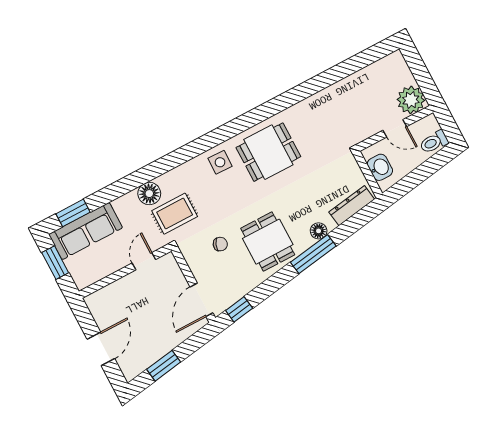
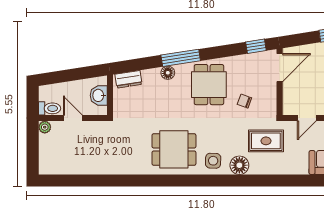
plant: (411, 100) -> (45, 127), width x0.53, depth x0.53
toilet: (434, 142) -> (50, 108), moved
floor lamp: (149, 194) -> (239, 165), moved
dresser: (352, 206) -> (128, 79), width x0.70

